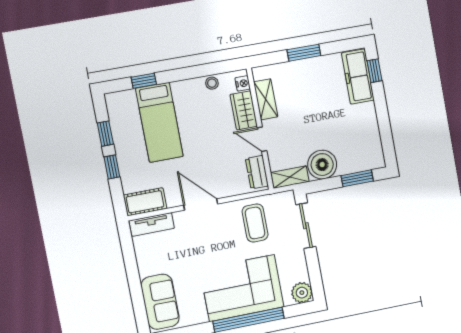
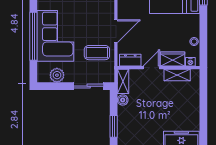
window: (304, 53) -> (203, 106), removed
boiler: (322, 165) -> (123, 100), width x0.54, depth x0.54
door: (201, 205) -> (116, 31), moved
plant: (302, 293) -> (57, 75), moved

